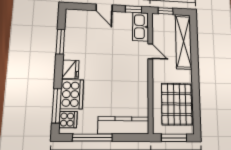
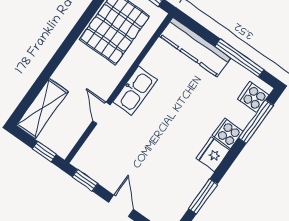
kitchen sink: (140, 27) -> (135, 91), moved
shelving: (183, 42) -> (42, 108), width x0.68
cooker: (72, 94) -> (228, 133), width x0.53, depth x0.76

